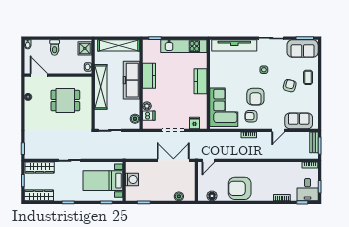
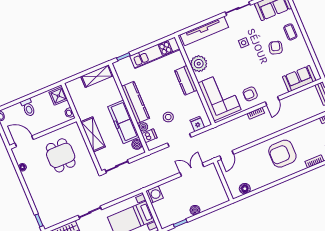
shelving: (119, 45) -> (97, 76), width x0.68
plant: (218, 71) -> (199, 64), added
kitchen counter: (149, 76) -> (135, 102), width x1.50
freezer: (132, 80) -> (123, 122), moved
shelving: (101, 87) -> (93, 134), width x0.68
armchair: (255, 97) -> (247, 73), removed
dining table: (65, 101) -> (61, 155), turned 90
stool: (172, 106) -> (168, 117), added
door: (278, 130) -> (272, 101), moved
double door: (173, 160) -> (192, 170), width x0.73
washing machine: (132, 179) -> (155, 194), moved
armchair: (240, 188) -> (282, 154), moved
boiler: (179, 196) -> (195, 210), moved

